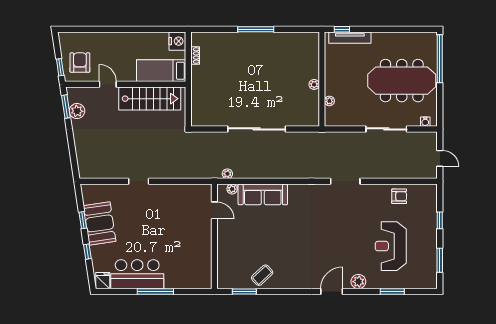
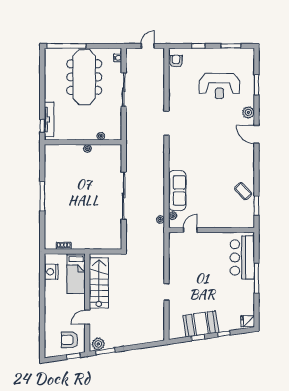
nightstand: (177, 41) -> (51, 272), moved, turned -90
plant: (77, 111) -> (98, 344), moved
armchair: (399, 196) -> (176, 61), moved
bar counter: (137, 274) -> (242, 257), moved

